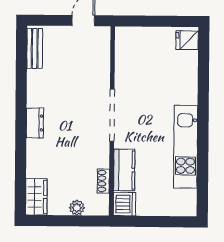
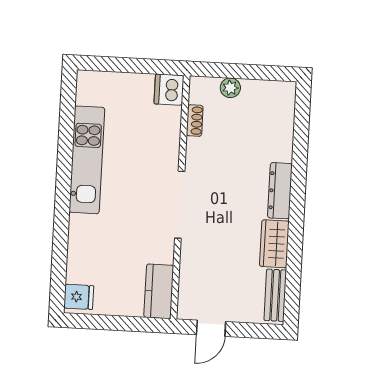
dresser: (35, 123) -> (280, 191), width x1.44
kitchen counter: (124, 170) -> (159, 291), moved
wardrobe: (36, 197) -> (274, 244), moved

